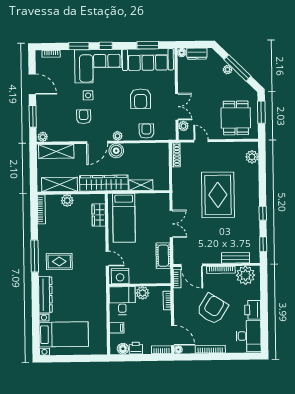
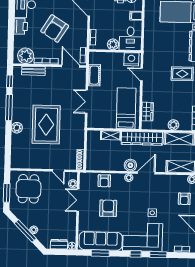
armchair: (84, 117) -> (184, 199), moved
plant: (252, 157) -> (17, 128), moved
window: (263, 213) -> (9, 107), width x2.17

